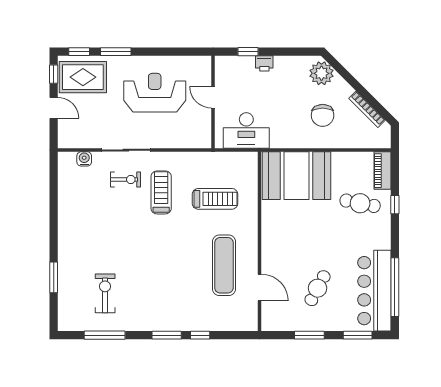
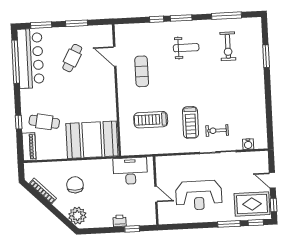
exercise mat: (224, 265) -> (142, 71), width x0.73, depth x0.69
weight bench: (162, 294) -> (186, 48), added

